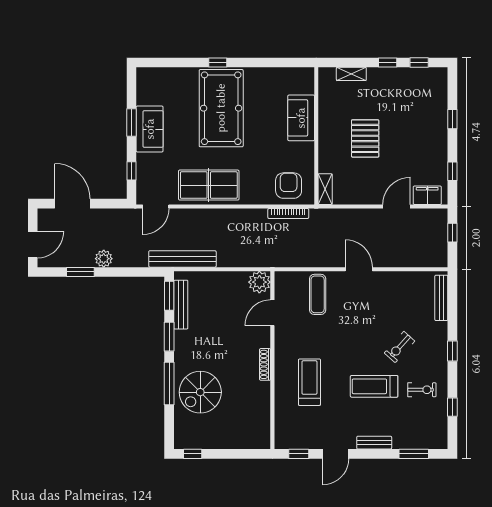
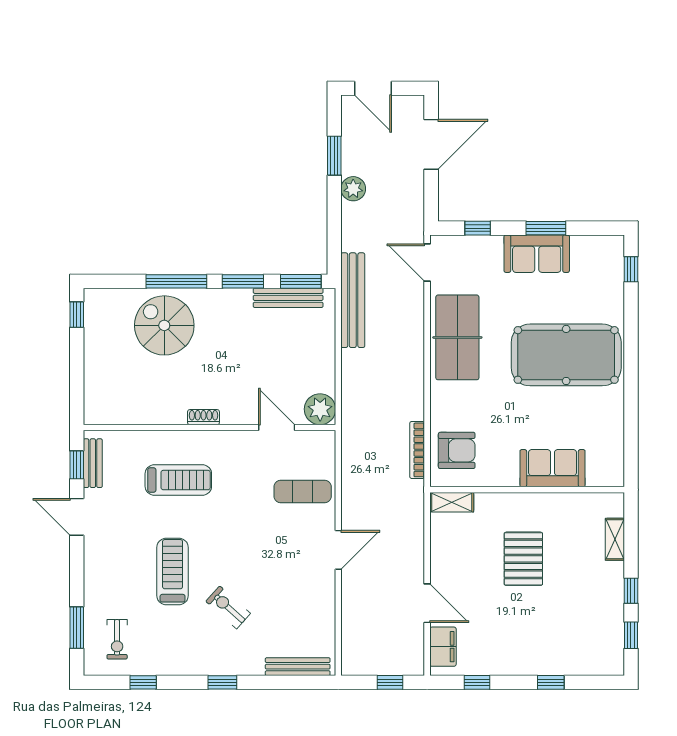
window: (218, 62) -> (631, 269), moved
pallet: (365, 138) -> (523, 559), turned 90
shoe rack: (265, 364) -> (203, 417), width x0.70
exercise bike: (422, 390) -> (117, 639), moved
bench: (374, 443) -> (93, 463), moved

